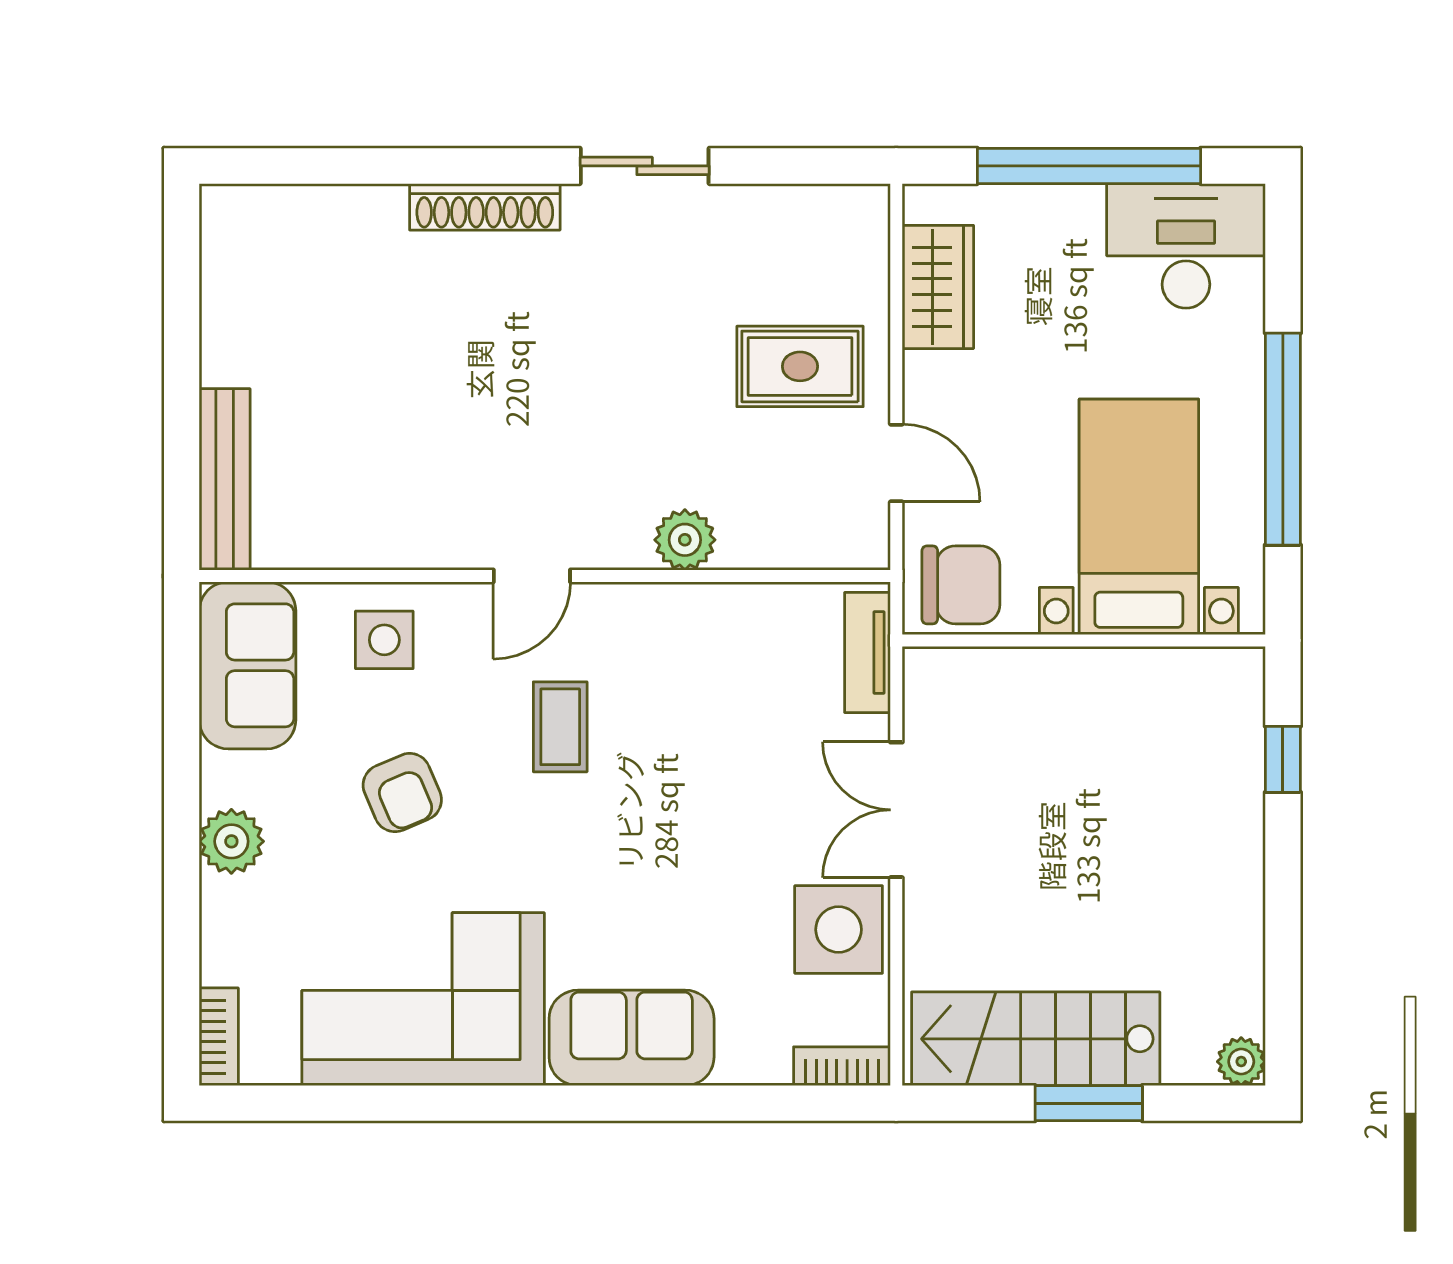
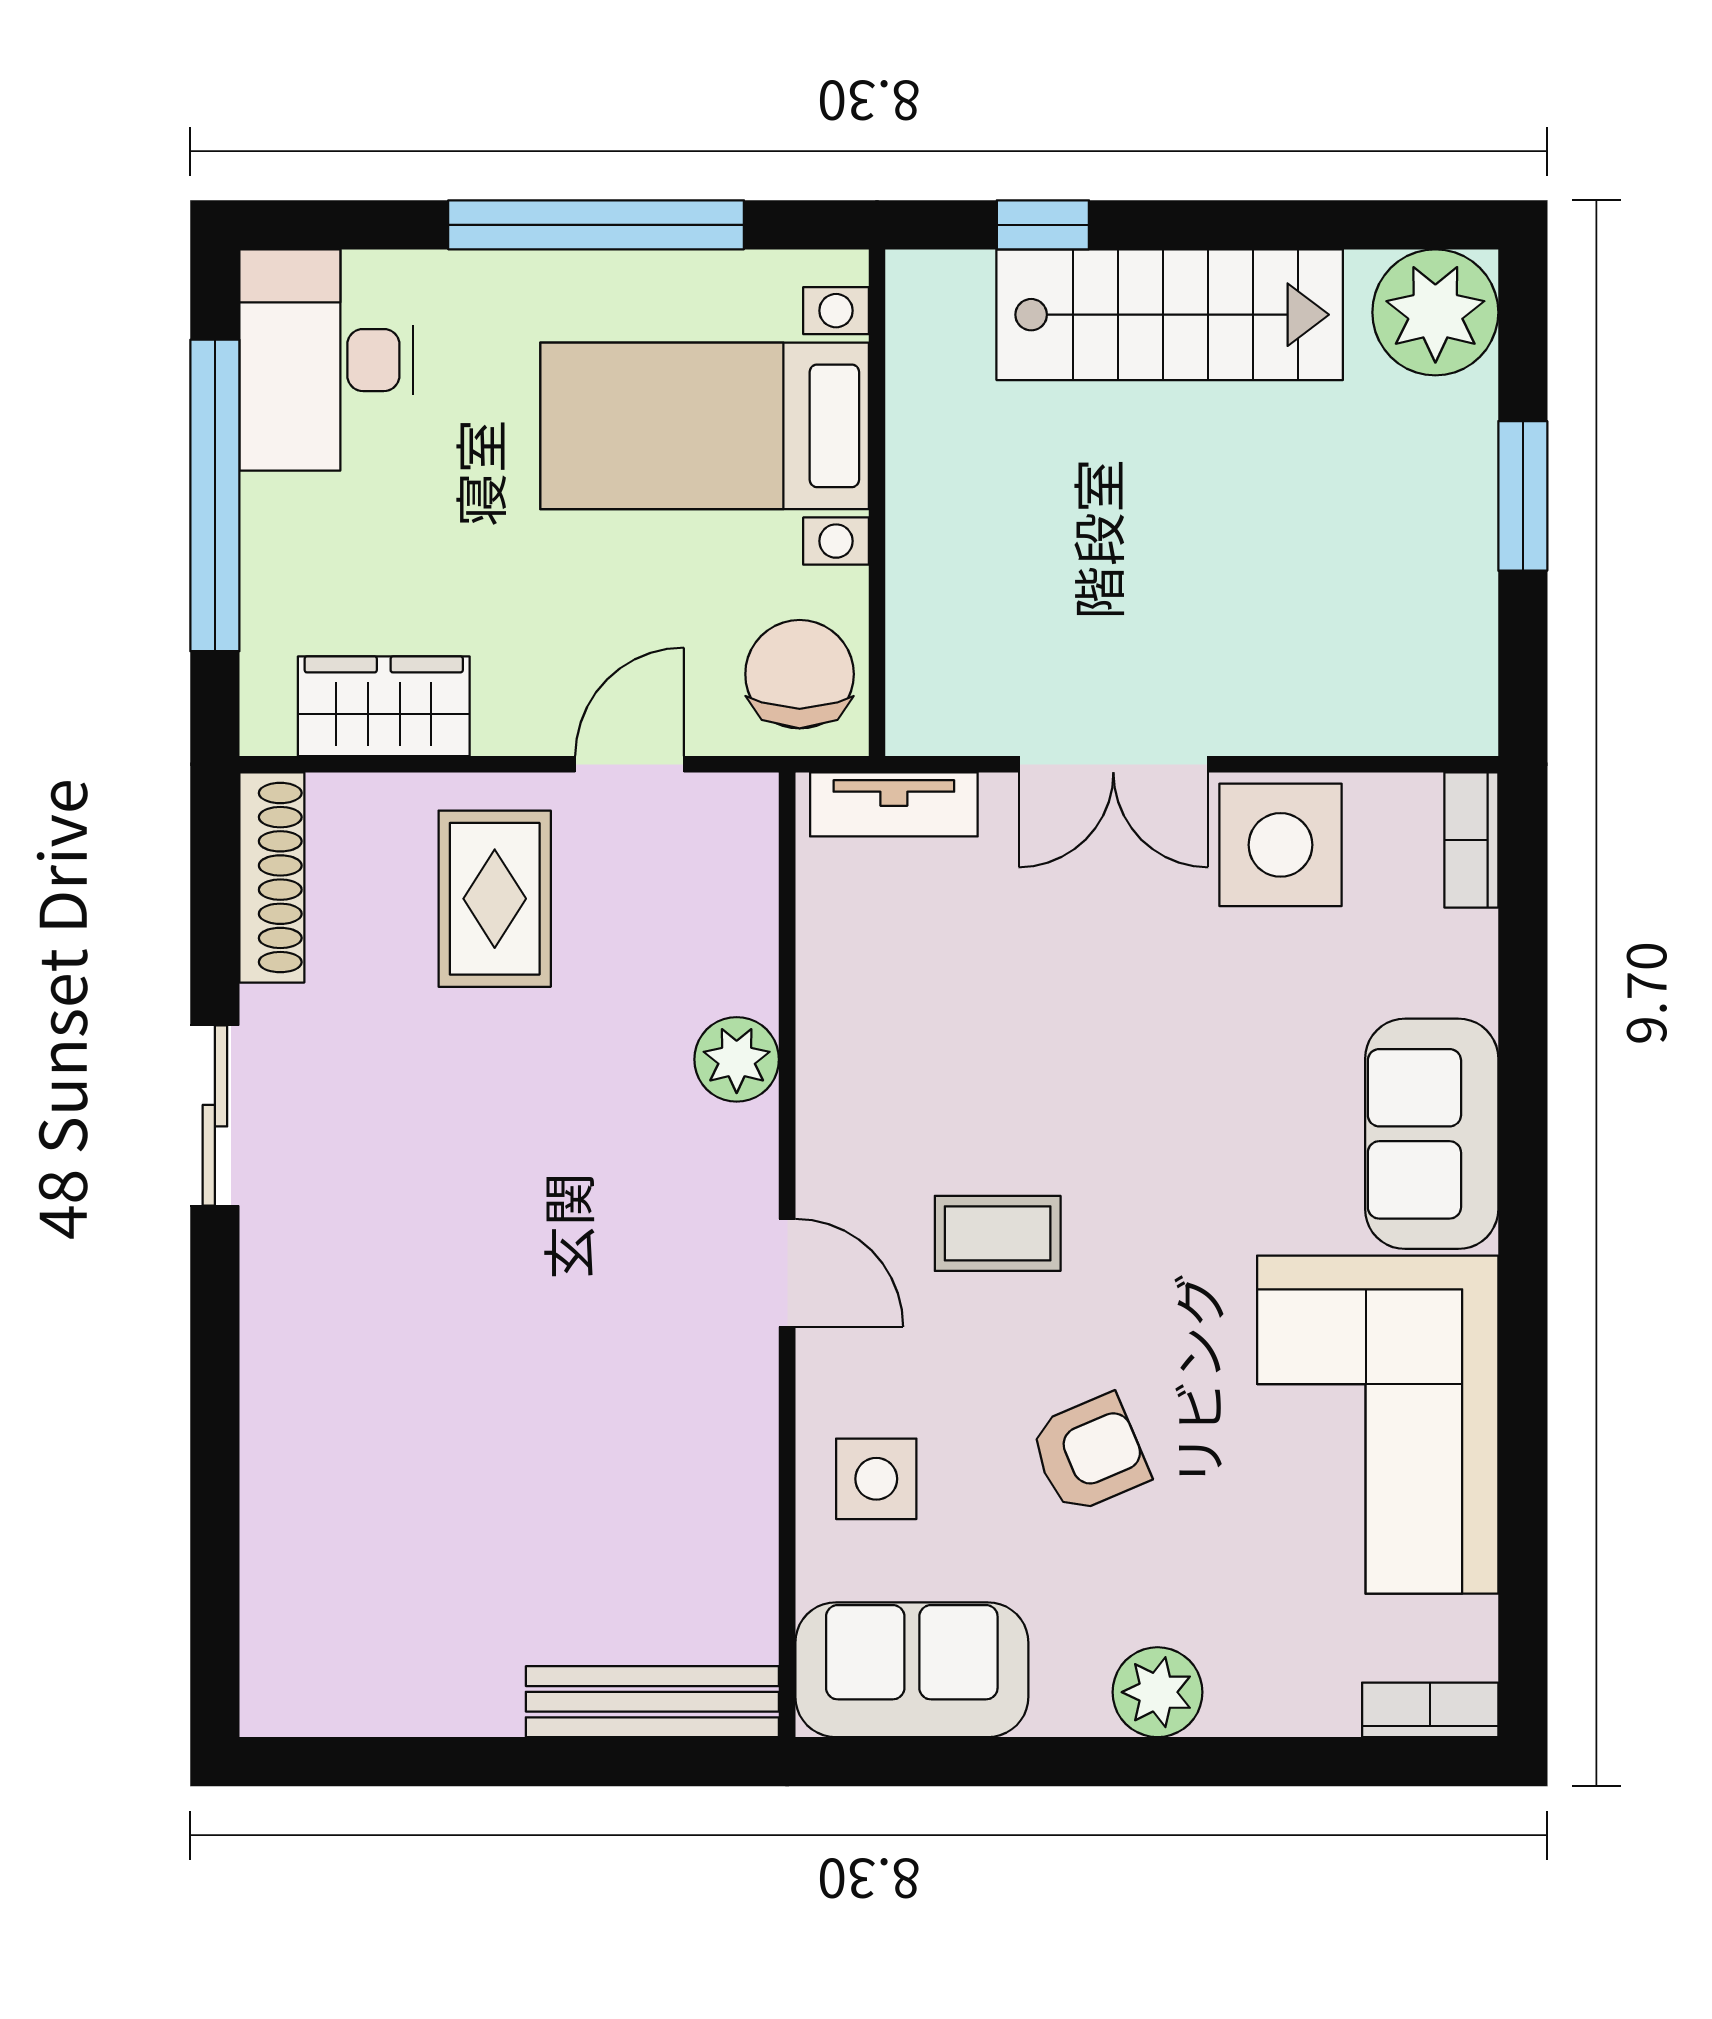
shoe rack: (485, 207) -> (272, 878), moved
stairs: (1036, 1039) -> (1170, 315), moved, turned -90
plant: (1241, 1062) -> (1435, 312), width x1.88, depth x1.88

